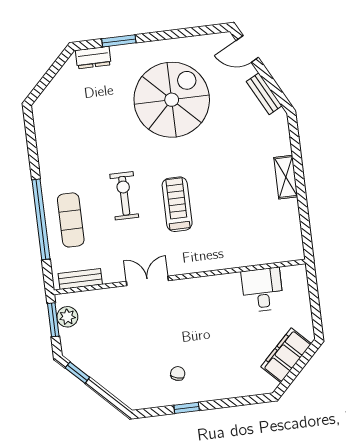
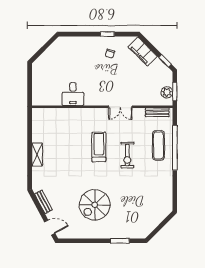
dresser: (93, 58) -> (135, 233), removed
spiral stairs: (172, 100) -> (95, 205), width x0.73, depth x0.73
treadmill: (177, 204) -> (99, 147), turned 180
desk: (262, 290) -> (73, 94), moved
filing cabinet: (286, 355) -> (143, 52), moved, turned 90

